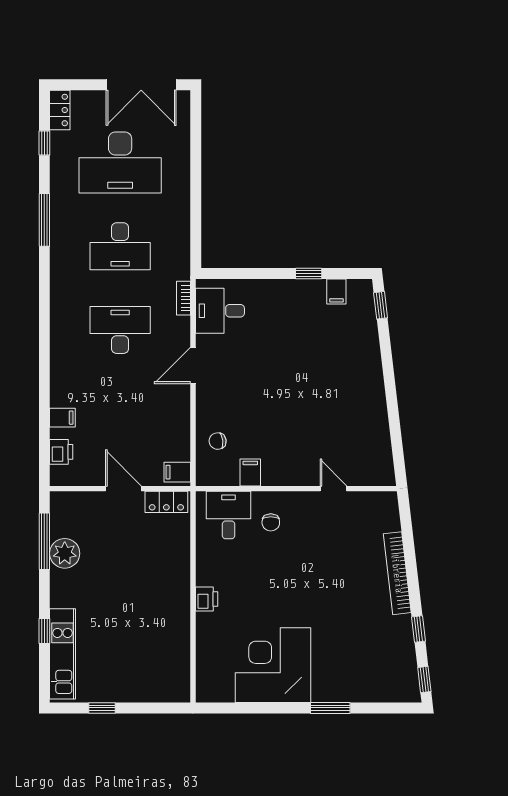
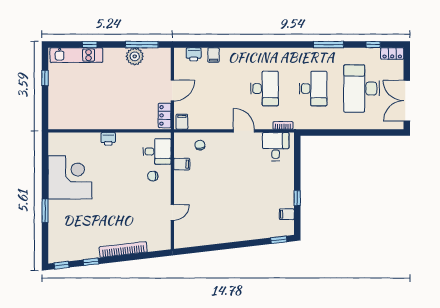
desk: (120, 246) -> (313, 89), turned 180

